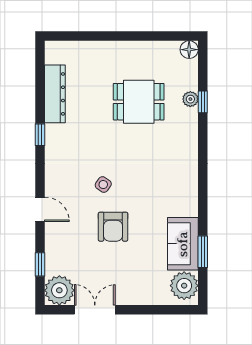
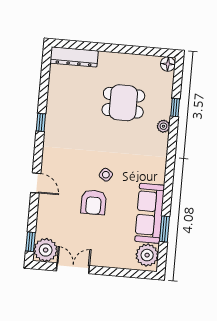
dresser: (55, 94) -> (74, 57), moved, turned 90
plant: (190, 99) -> (163, 126), moved
side table: (103, 185) -> (106, 175), moved
sofa: (183, 244) -> (150, 213), width x1.36
window: (40, 264) -> (31, 242), moved

